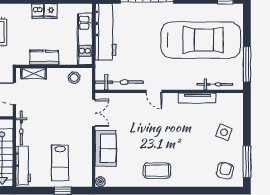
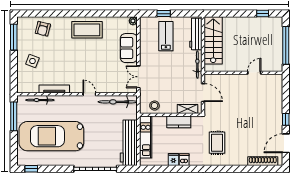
coffee table: (157, 171) -> (87, 30), width x1.36, depth x1.32
armchair: (225, 171) -> (43, 29), moved

